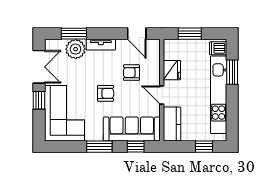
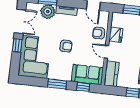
armchair: (131, 73) -> (99, 33), moved
sofa: (132, 129) -> (87, 75), width x0.73

